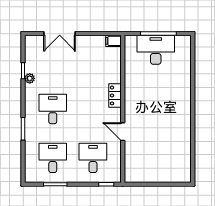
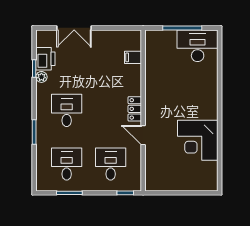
filing cabinet: (113, 41) -> (133, 57), moved
desk: (156, 50) -> (198, 46), moved
printer: (33, 62) -> (45, 59), added
locker: (115, 95) -> (135, 109), moved
corner desk: (173, 136) -> (198, 140), added

